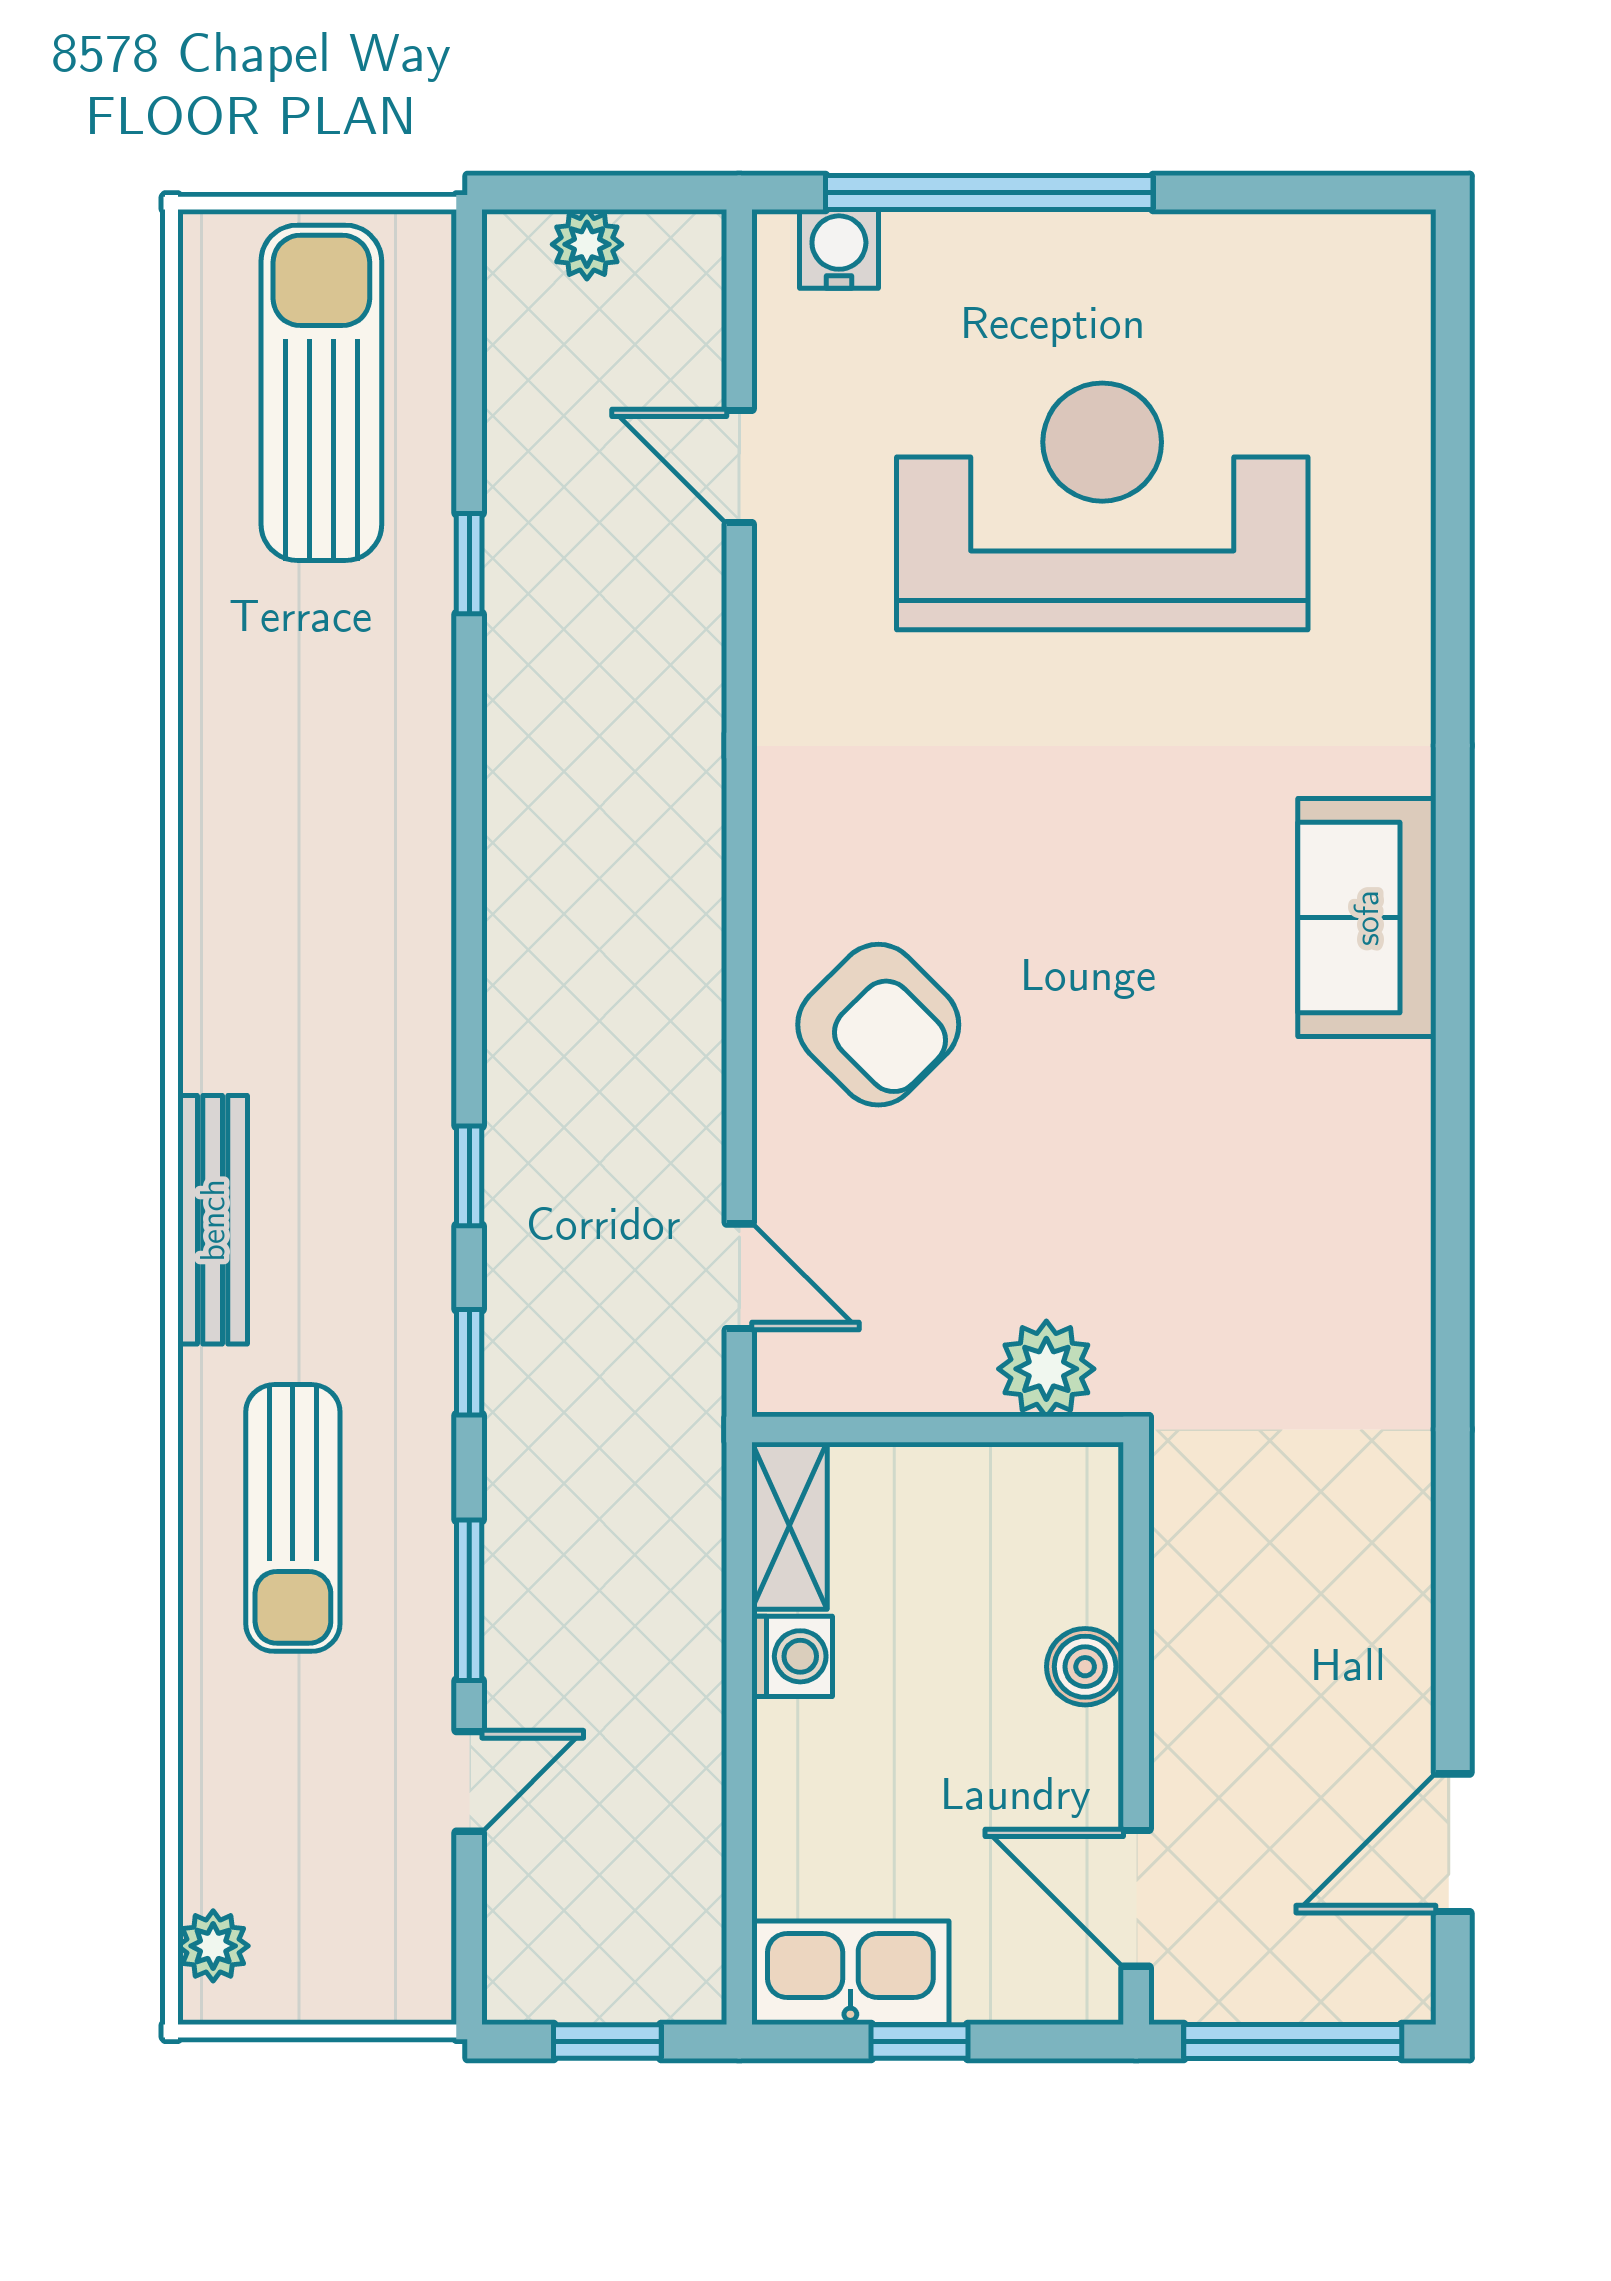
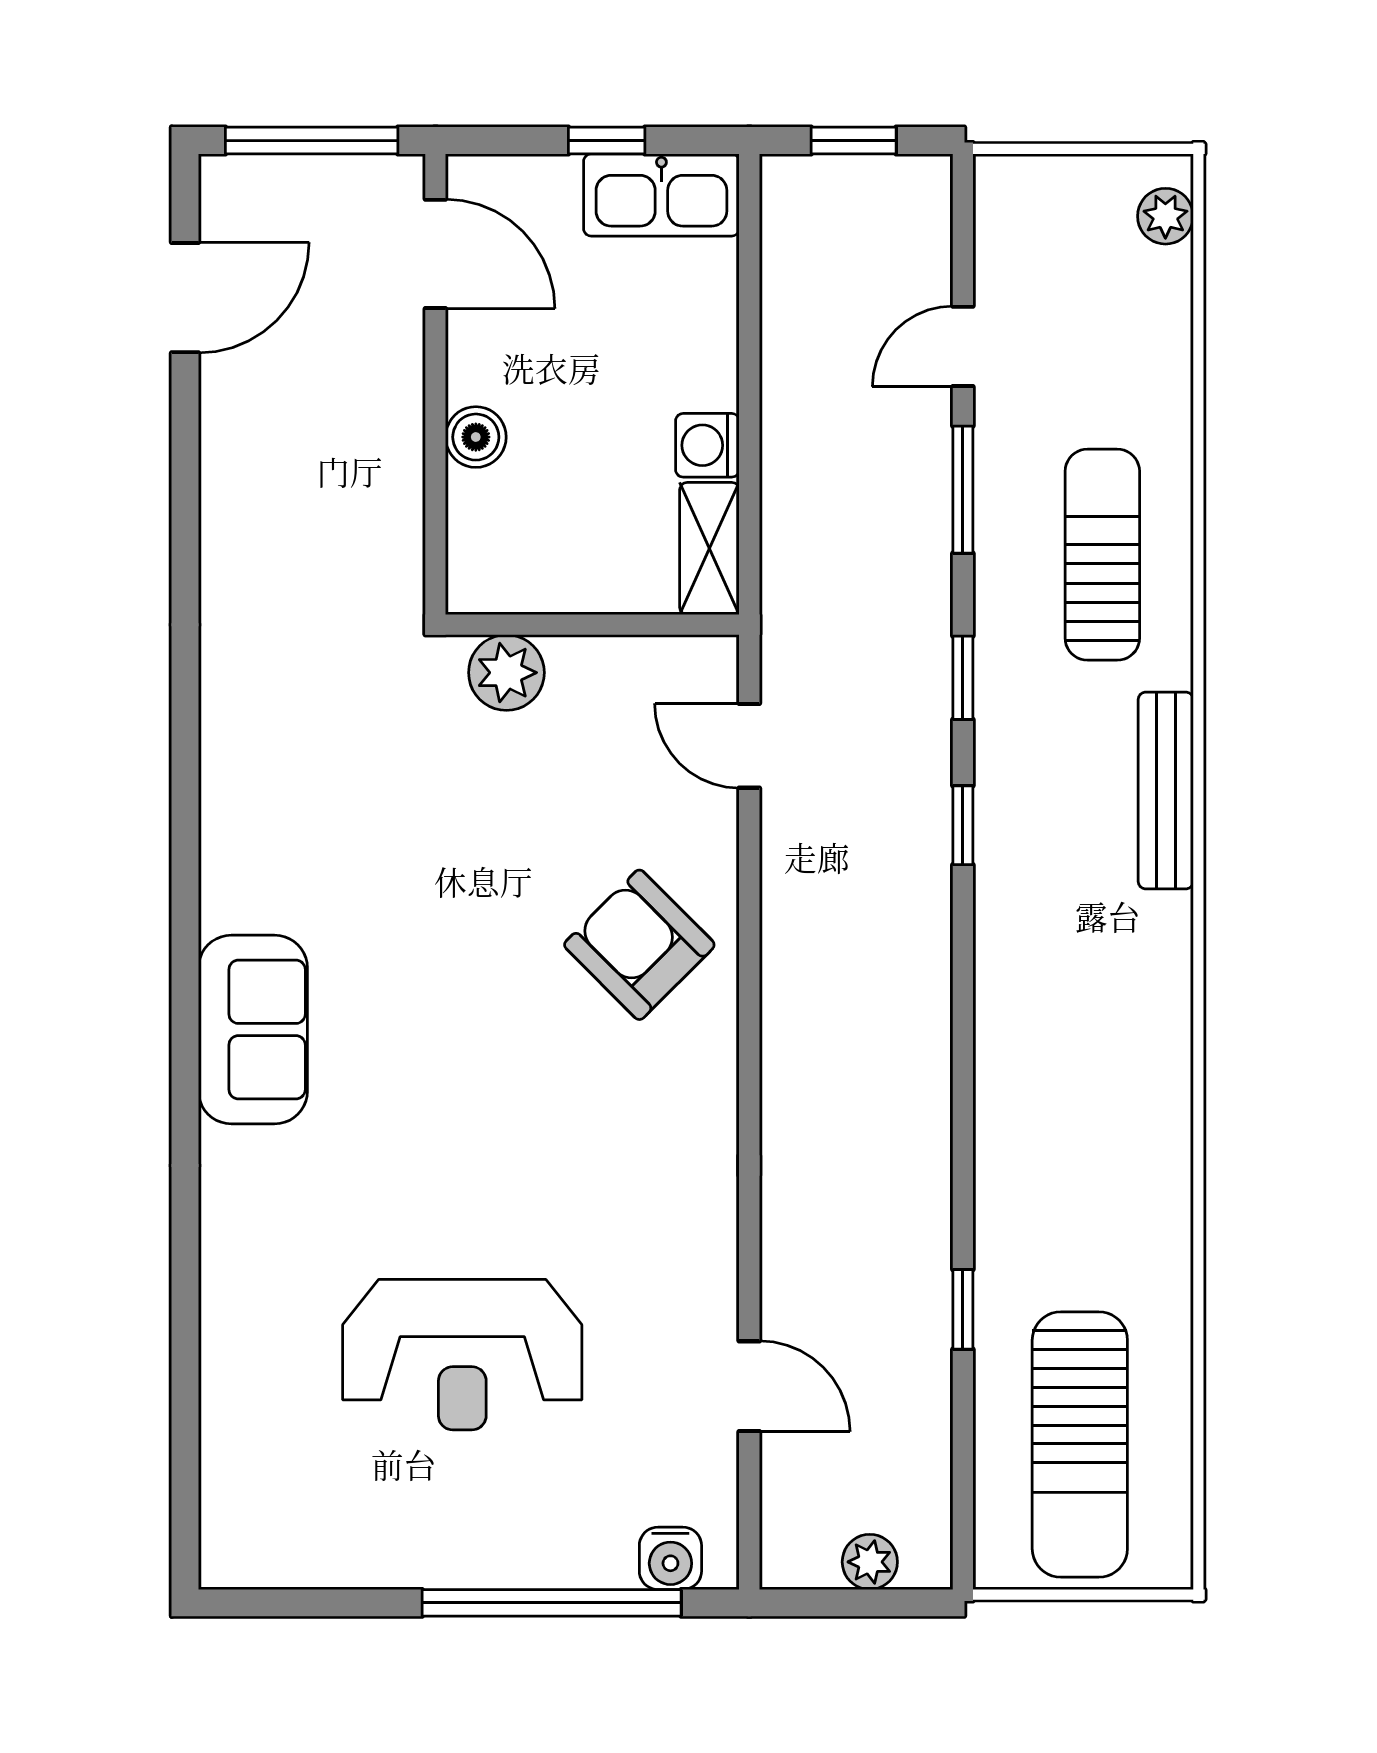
reception desk: (1102, 506) -> (462, 1355), width x0.74, depth x0.77

